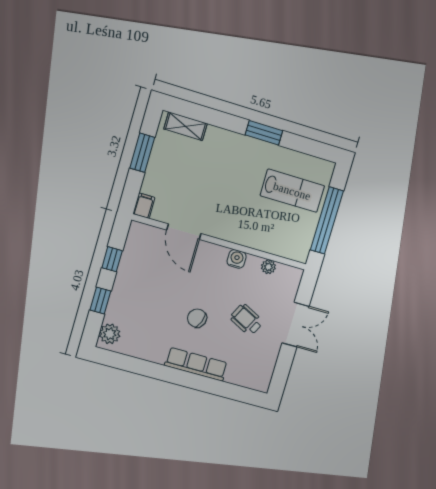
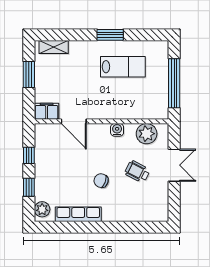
lab bench: (292, 191) -> (123, 67), moved
filing cabinet: (144, 206) -> (47, 111), width x2.00
plant: (268, 267) -> (147, 134), width x1.87, depth x1.87
row of seats: (196, 364) -> (78, 214), moved

